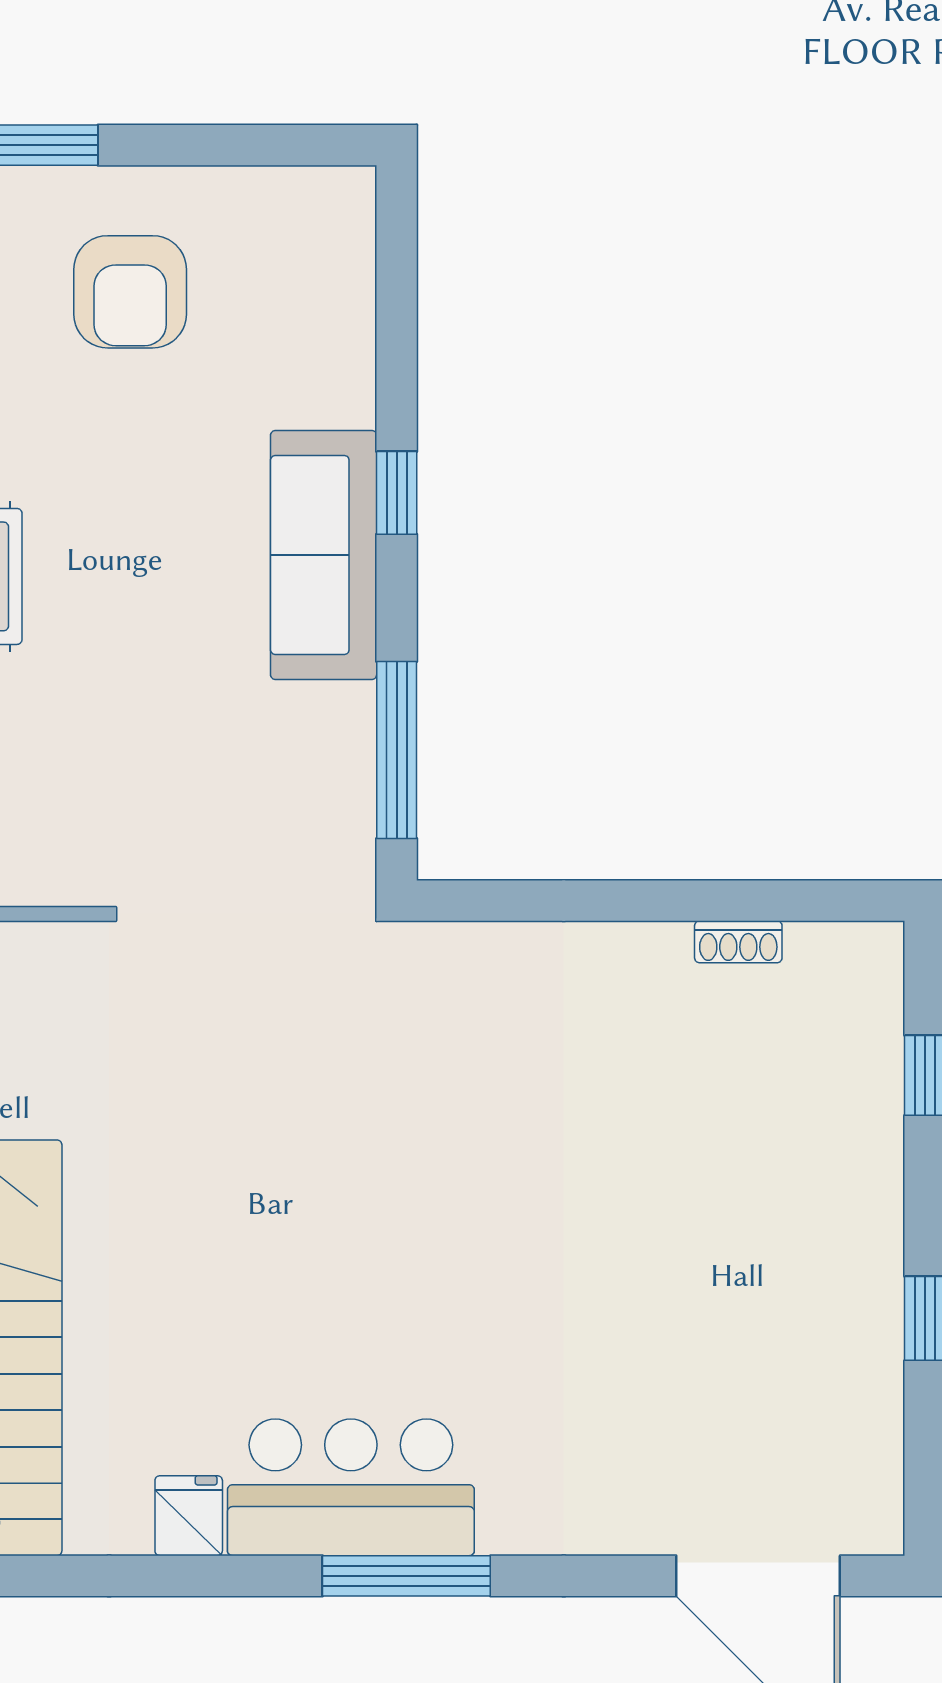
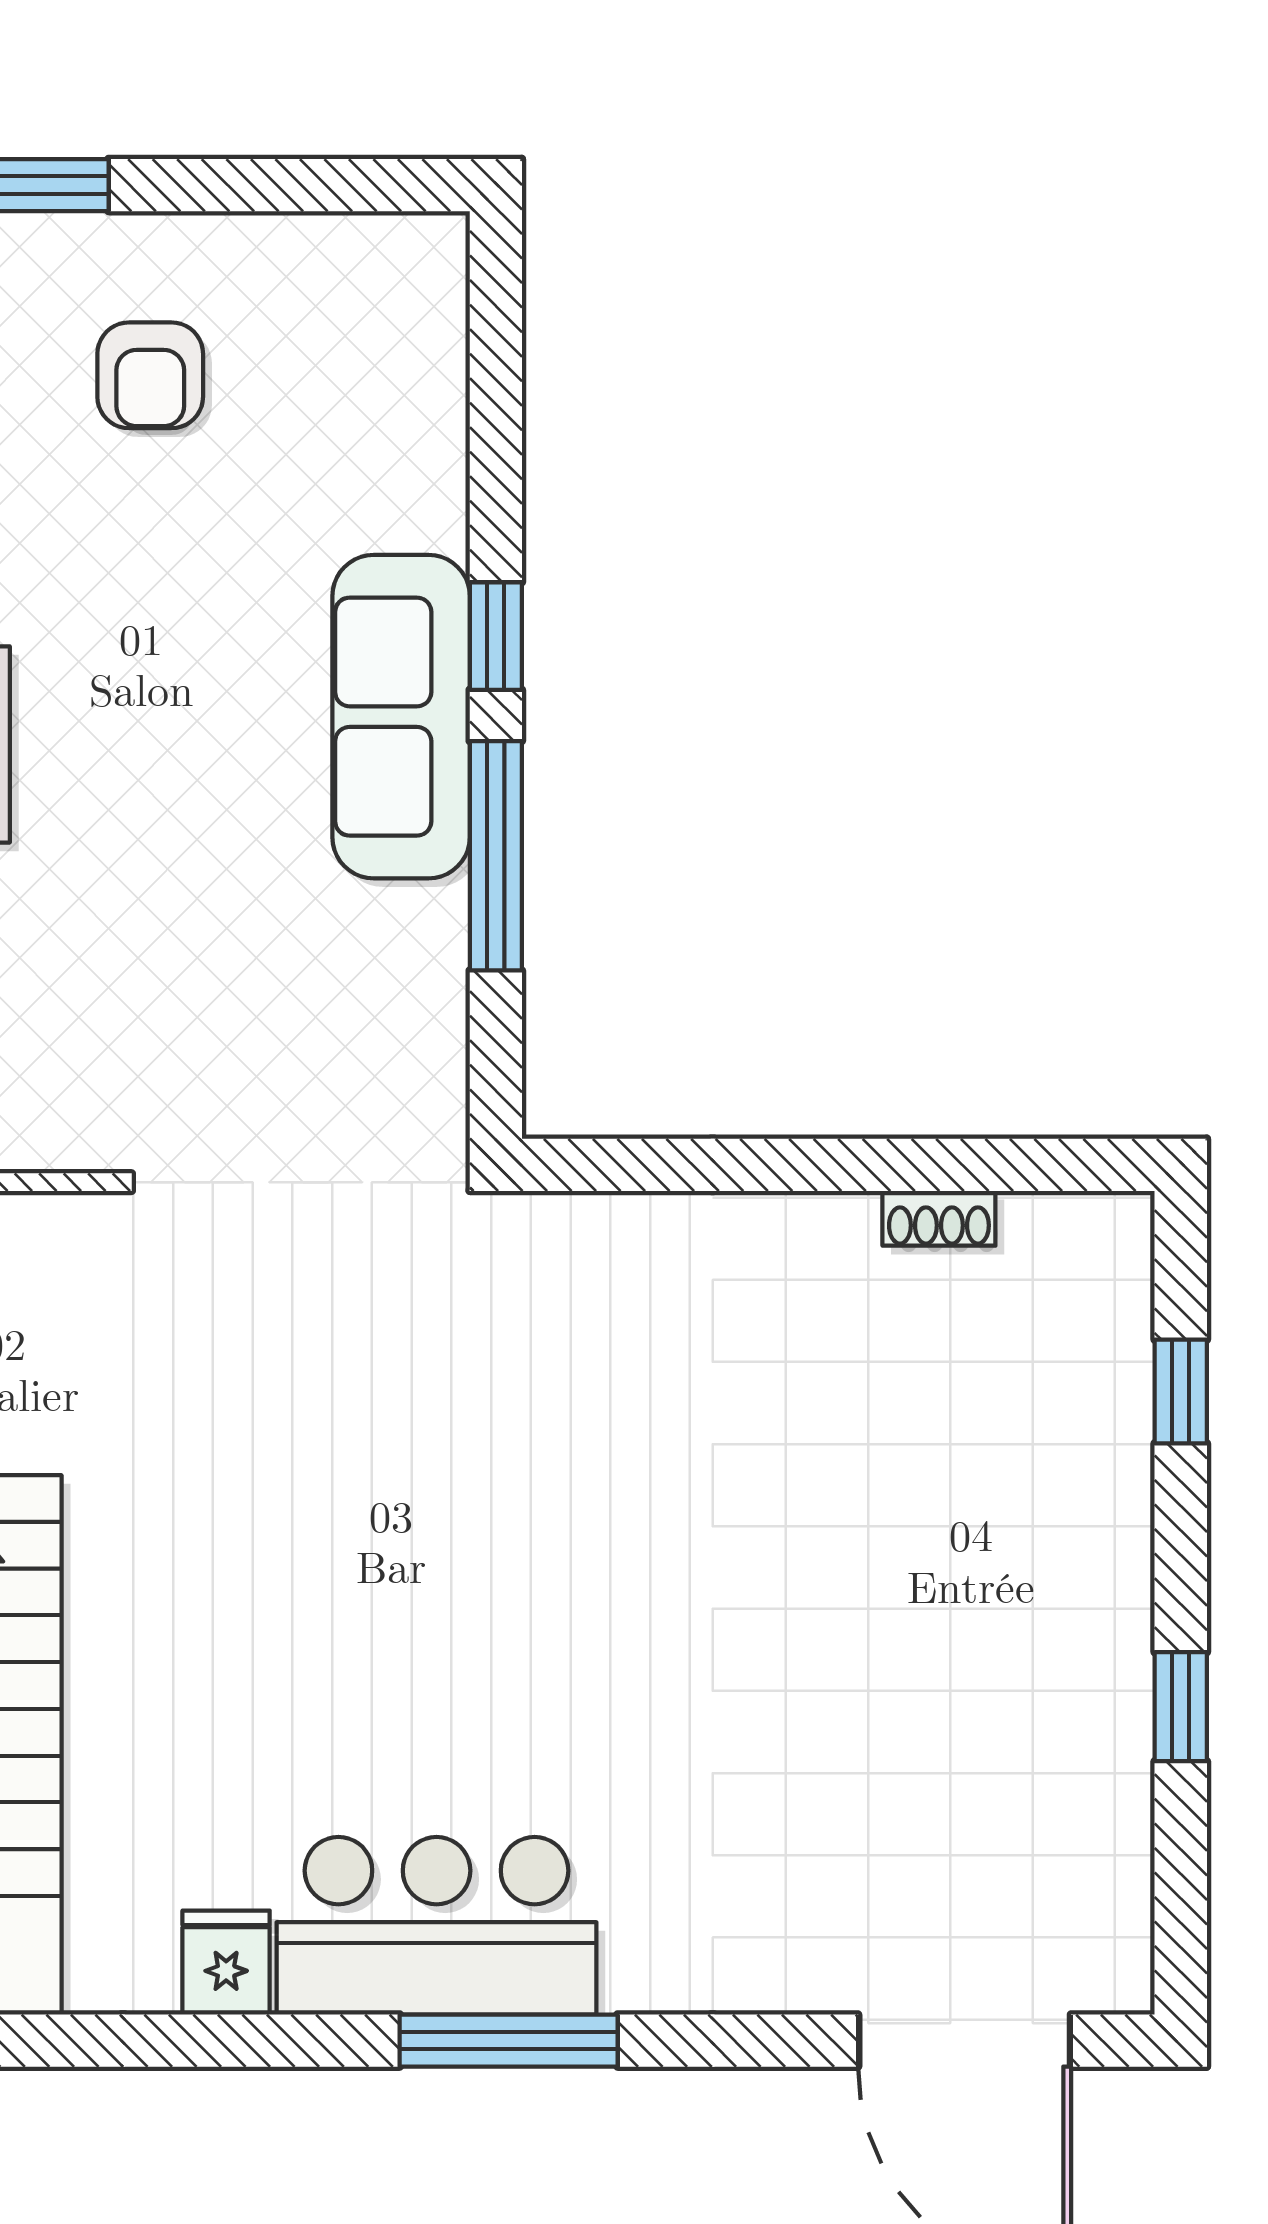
armchair: (130, 292) -> (150, 375), width x0.72, depth x0.72
window: (397, 750) -> (496, 856), moved

